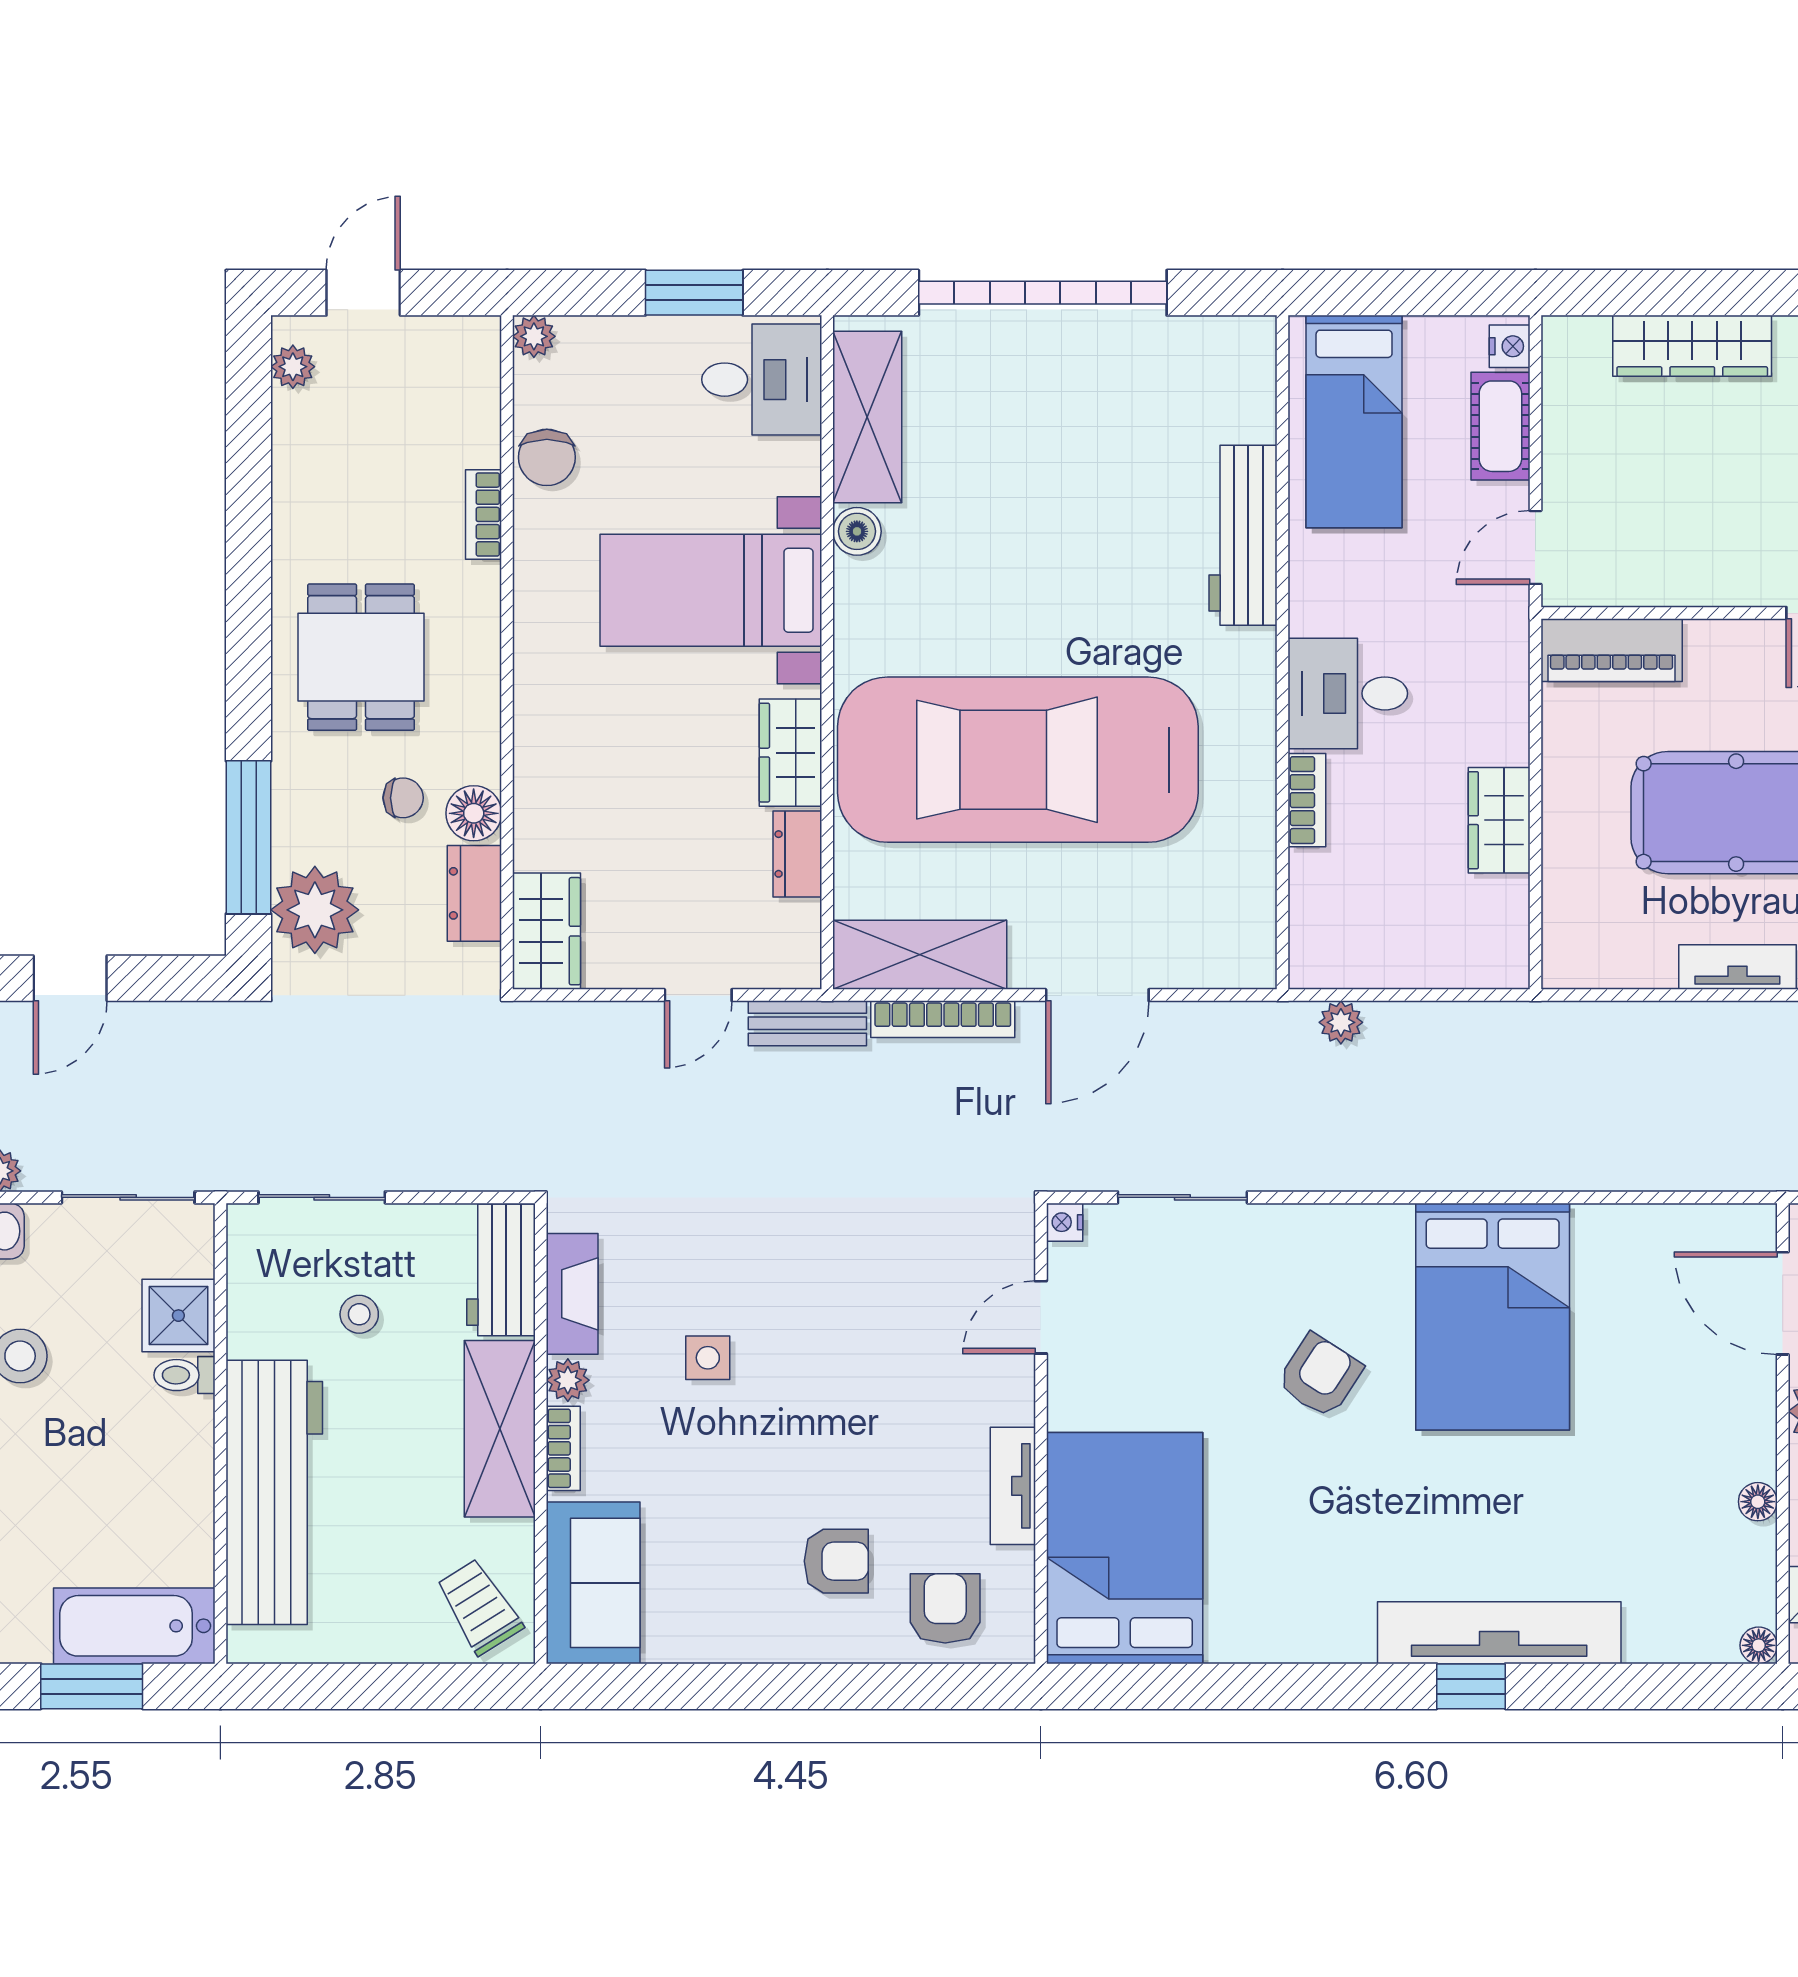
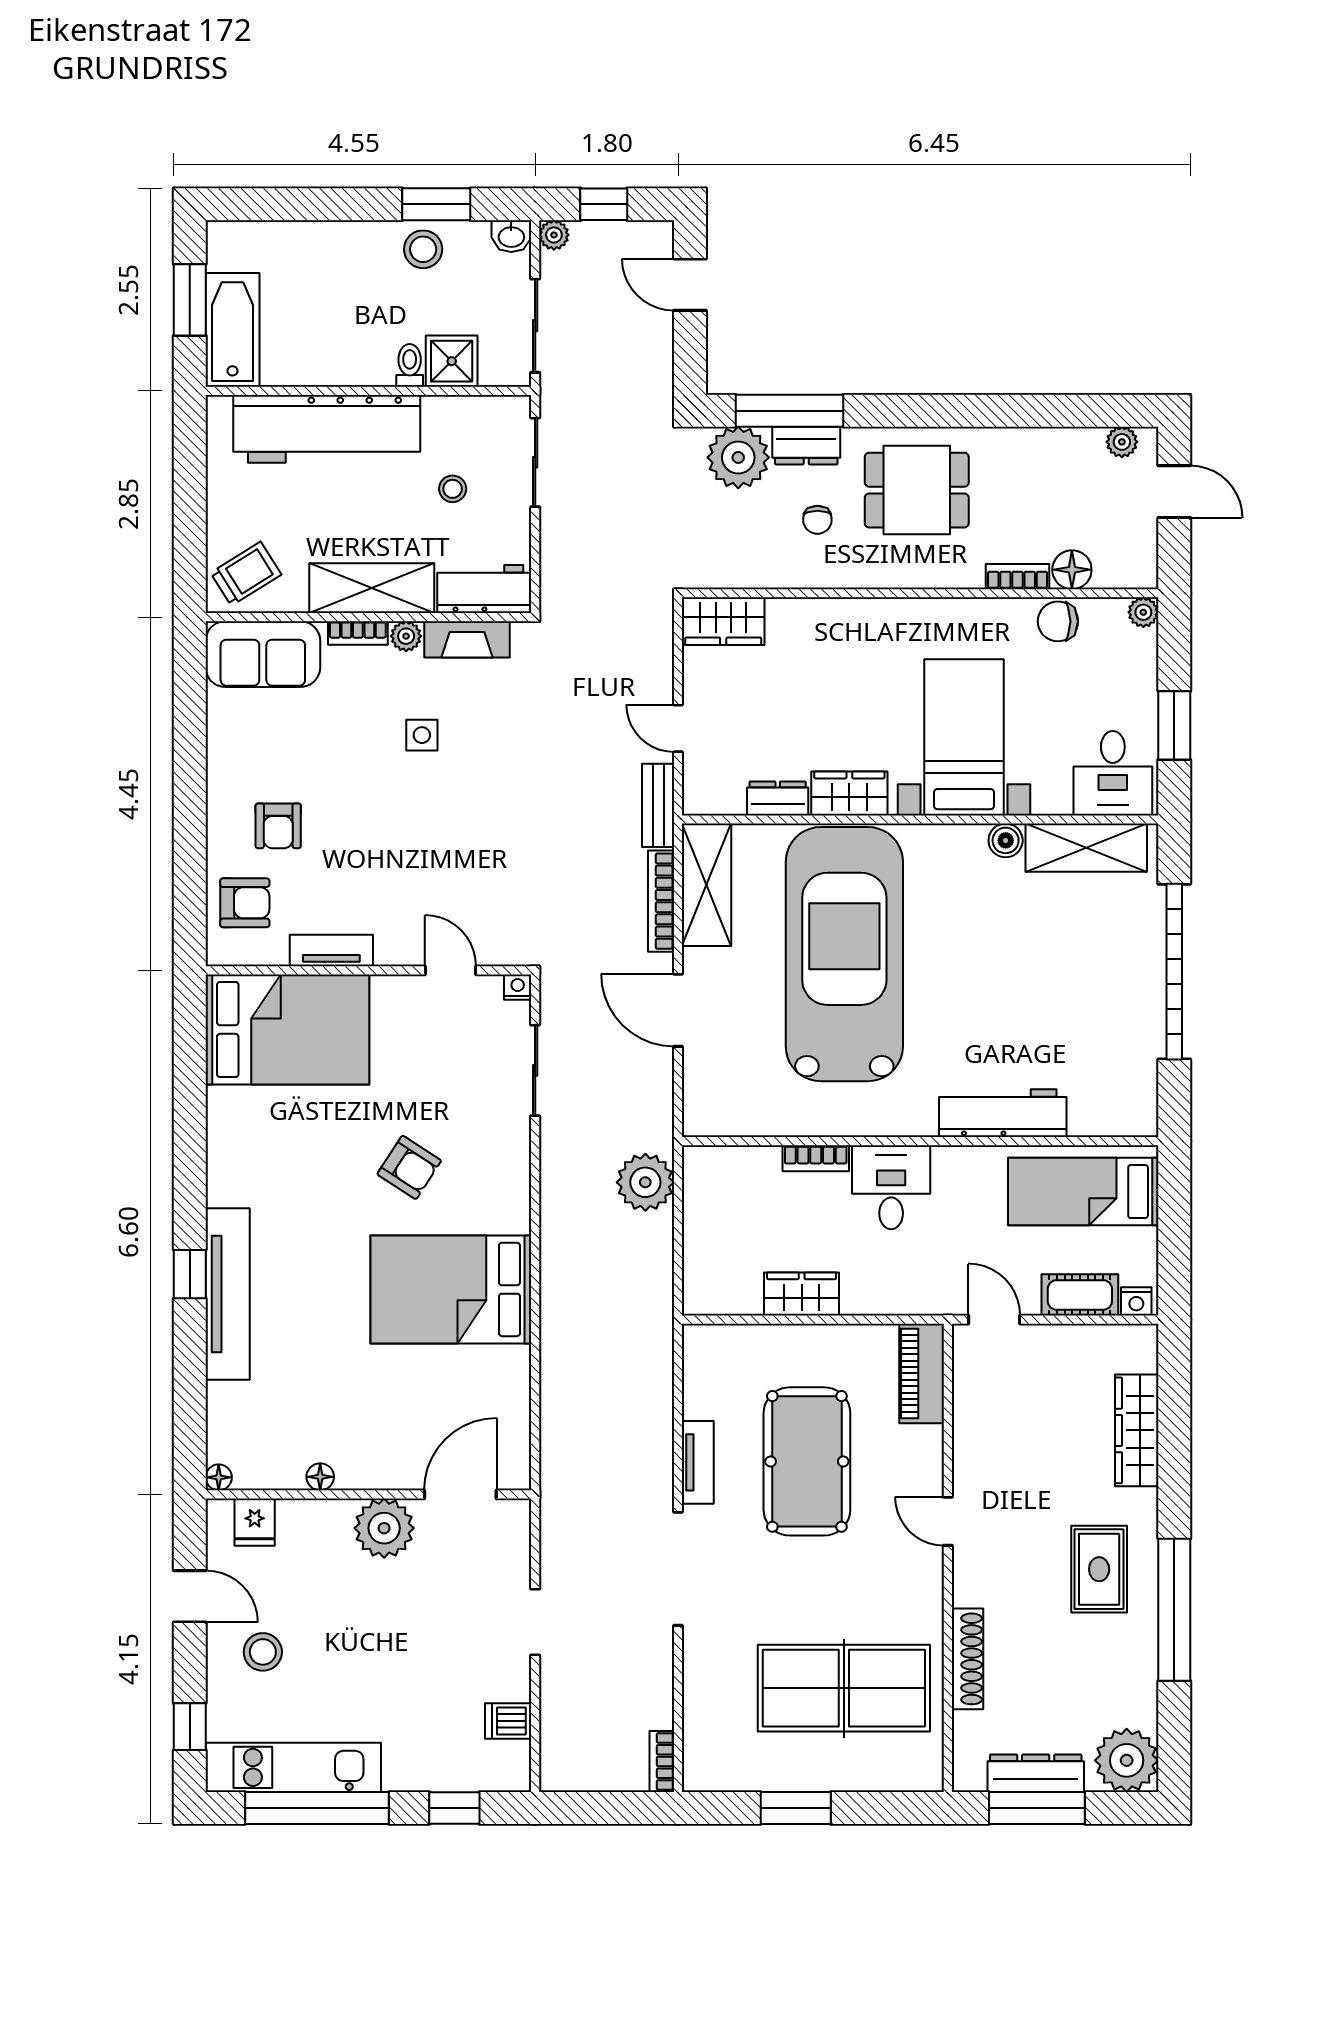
floor lamp: (474, 813) -> (1072, 570), moved
dresser: (474, 893) -> (806, 446), moved, turned 180
plant: (1341, 1022) -> (645, 1182), width x1.87, depth x1.87

